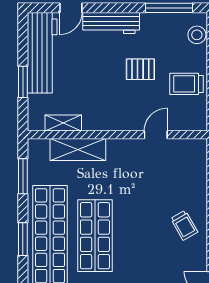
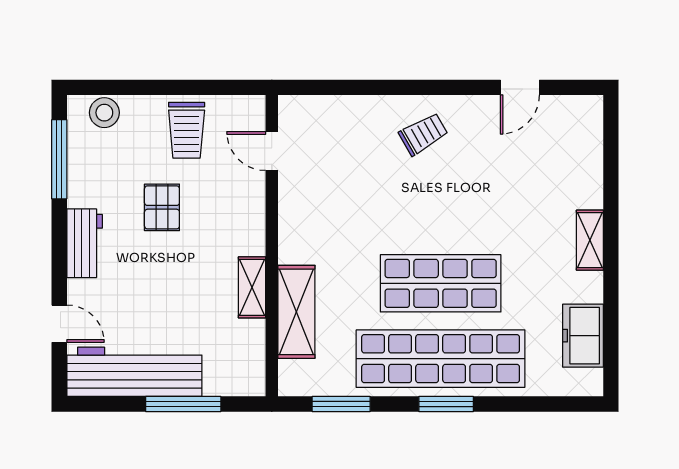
workbench: (111, 23) -> (85, 243), width x0.73
window: (23, 82) -> (183, 404), width x1.44
shelving: (63, 123) -> (252, 287), moved
door: (156, 135) -> (272, 151), moved

